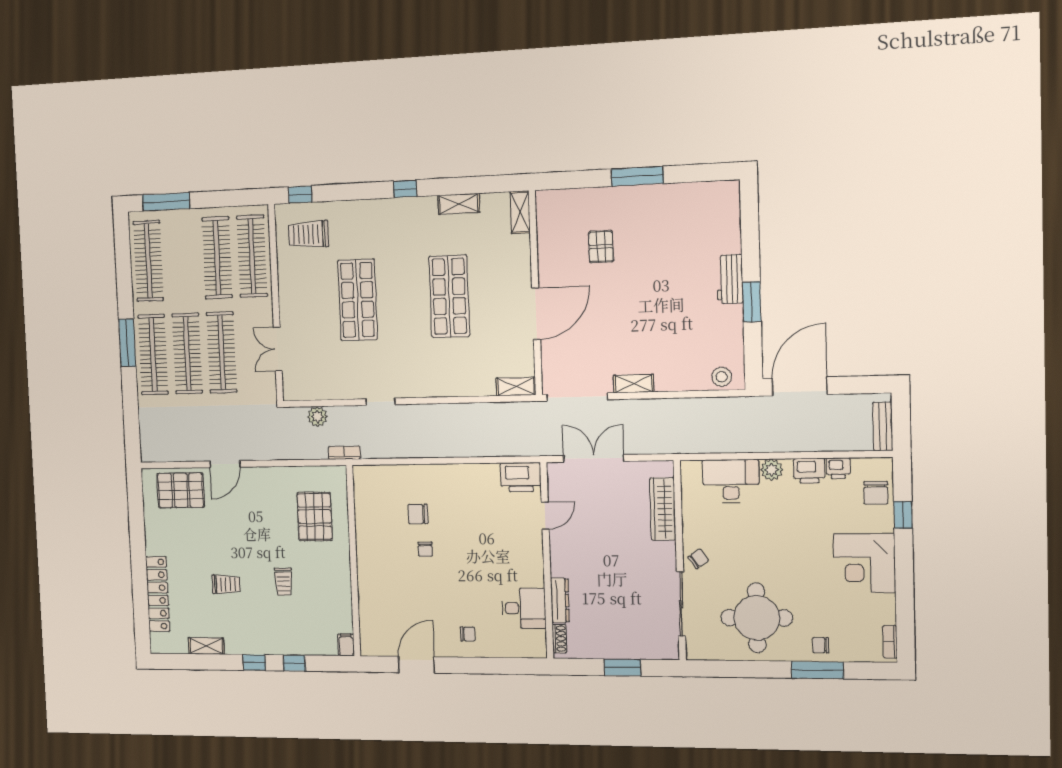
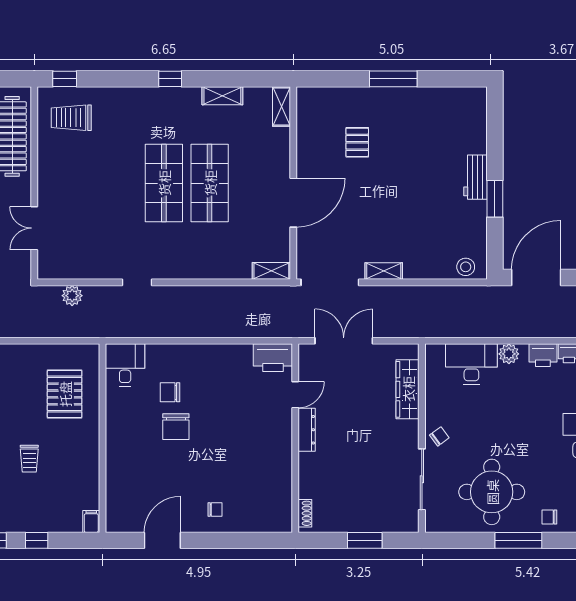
shop shelf: (358, 300) -> (164, 183), moved
bookcase: (344, 453) -> (98, 331), removed
chair: (425, 549) -> (176, 427), width x1.87, depth x1.87
dresser: (560, 600) -> (307, 430), moved
desk: (524, 608) -> (125, 365), moved, turned -90
window: (817, 670) -> (518, 540), moved

